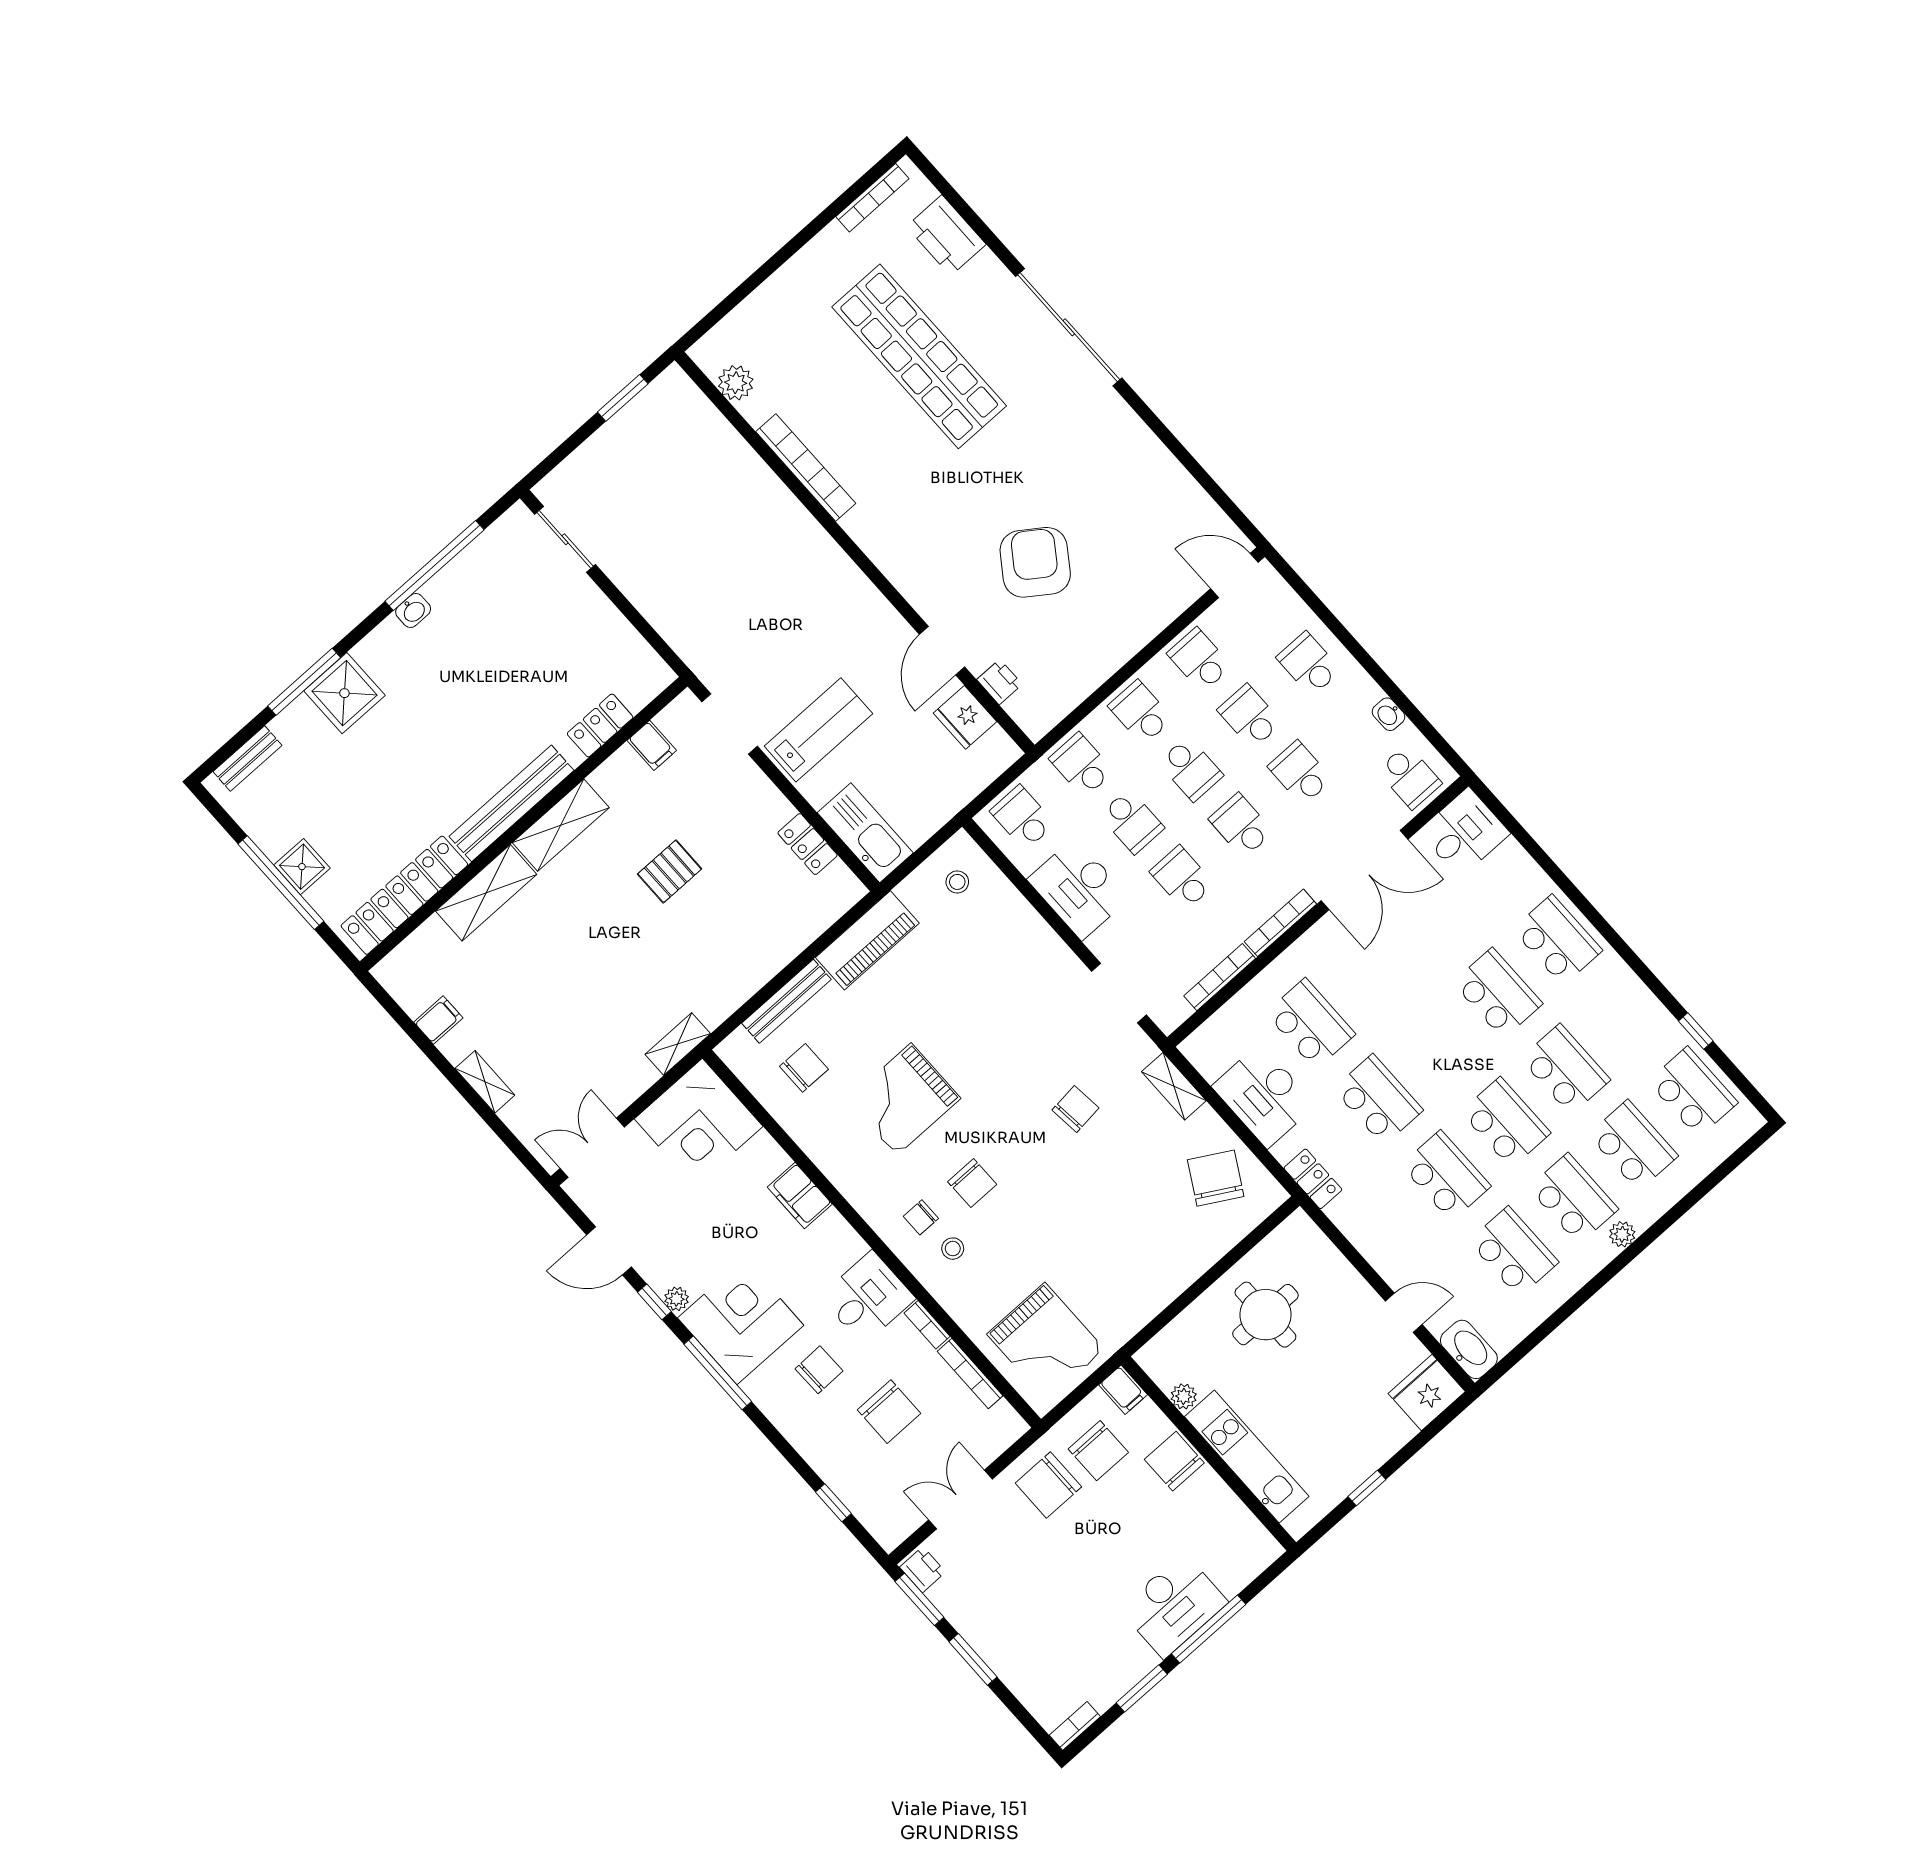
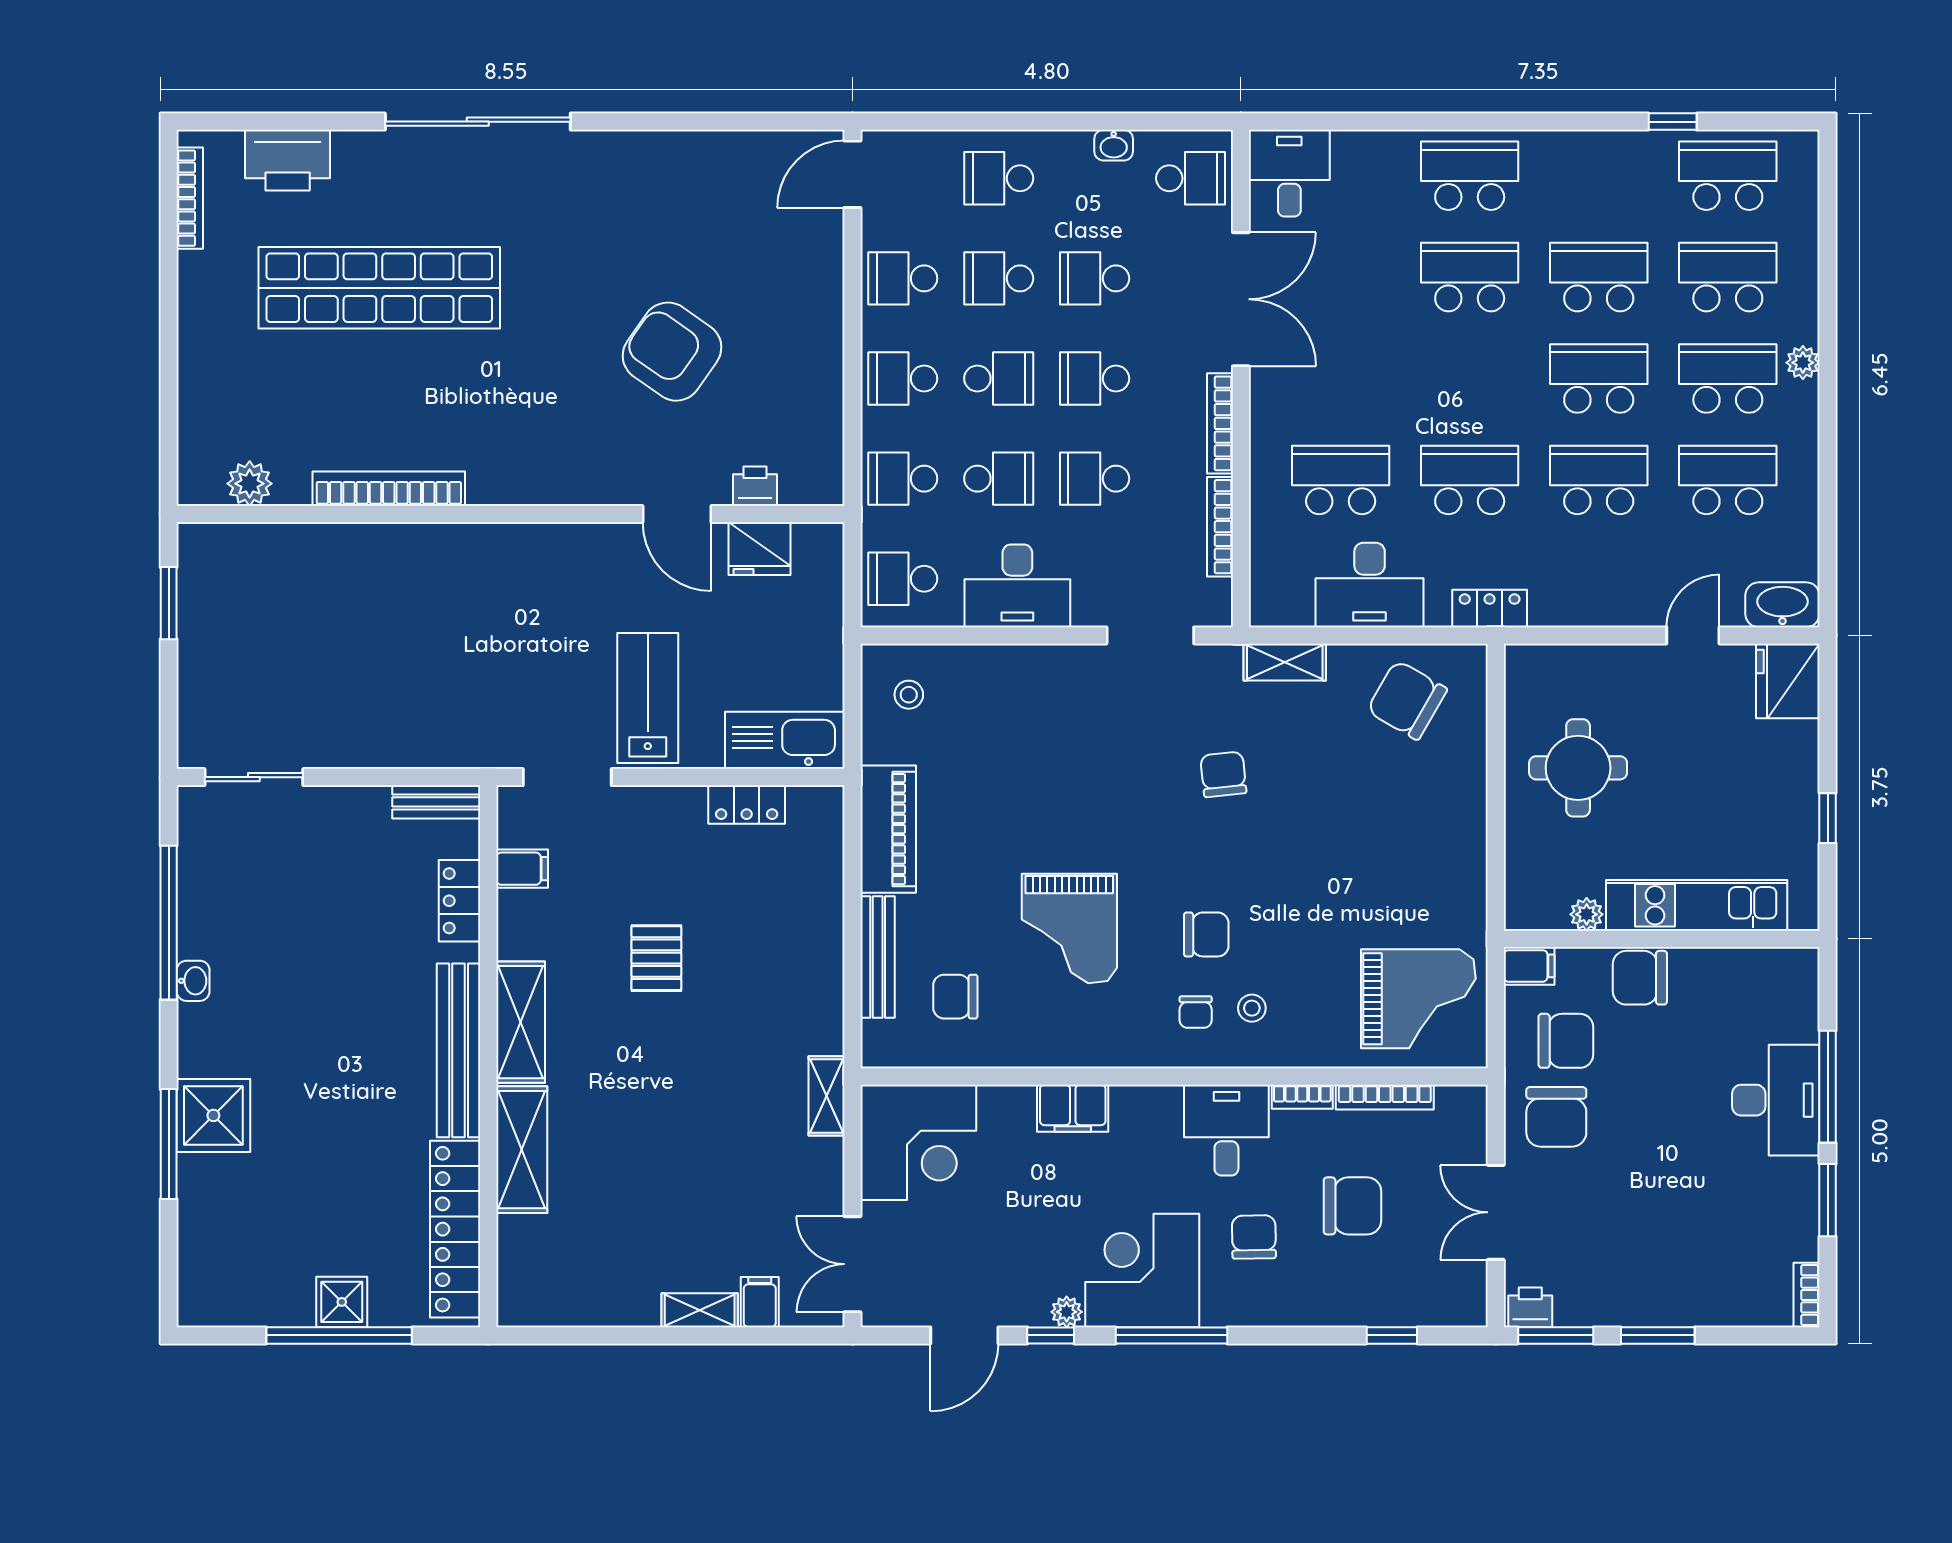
bench: (247, 758) -> (436, 802), moved, turned 90
filing cabinet: (438, 1020) -> (760, 1302), moved
chair: (804, 1068) -> (955, 997), turned -90

